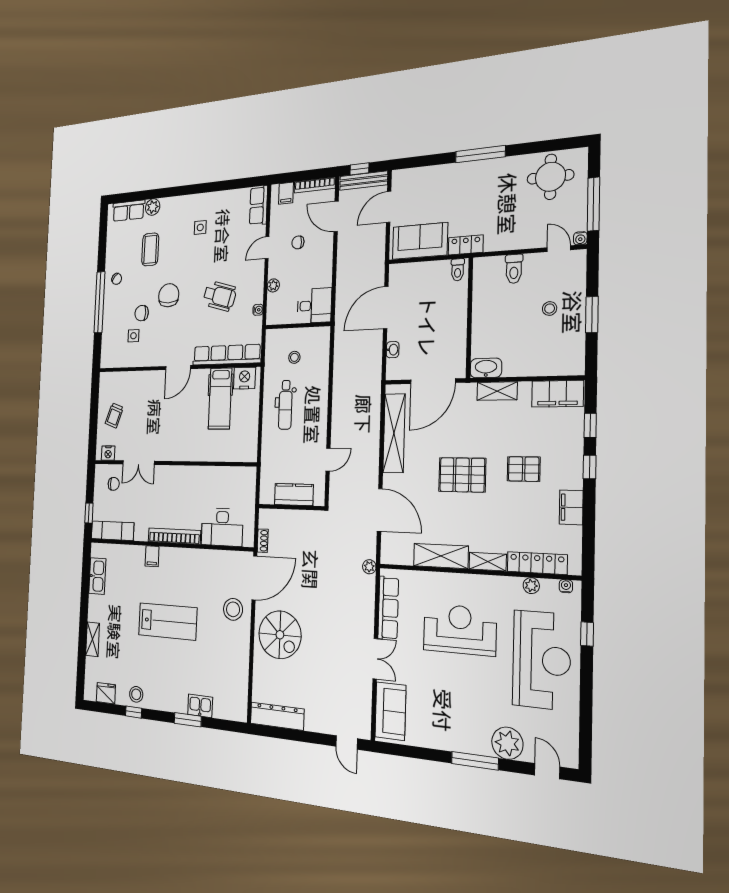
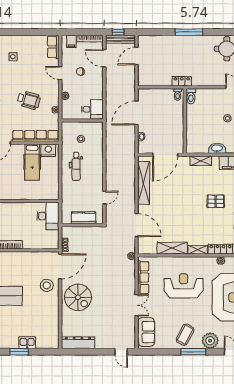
sofa: (420, 241) -> (156, 77), removed
door: (267, 248) -> (60, 73), hinge flipped
toilet: (514, 269) -> (191, 96), moved
washbasin: (486, 368) -> (217, 148), moved
pallet: (462, 475) -> (183, 205), removed
desk: (222, 527) -> (48, 216), moved, turned -90
coffee table: (460, 725) -> (185, 335), added

